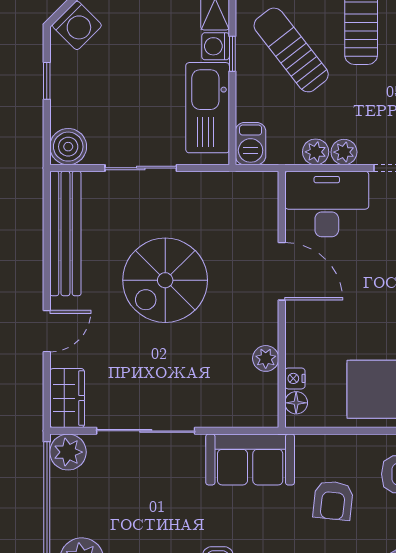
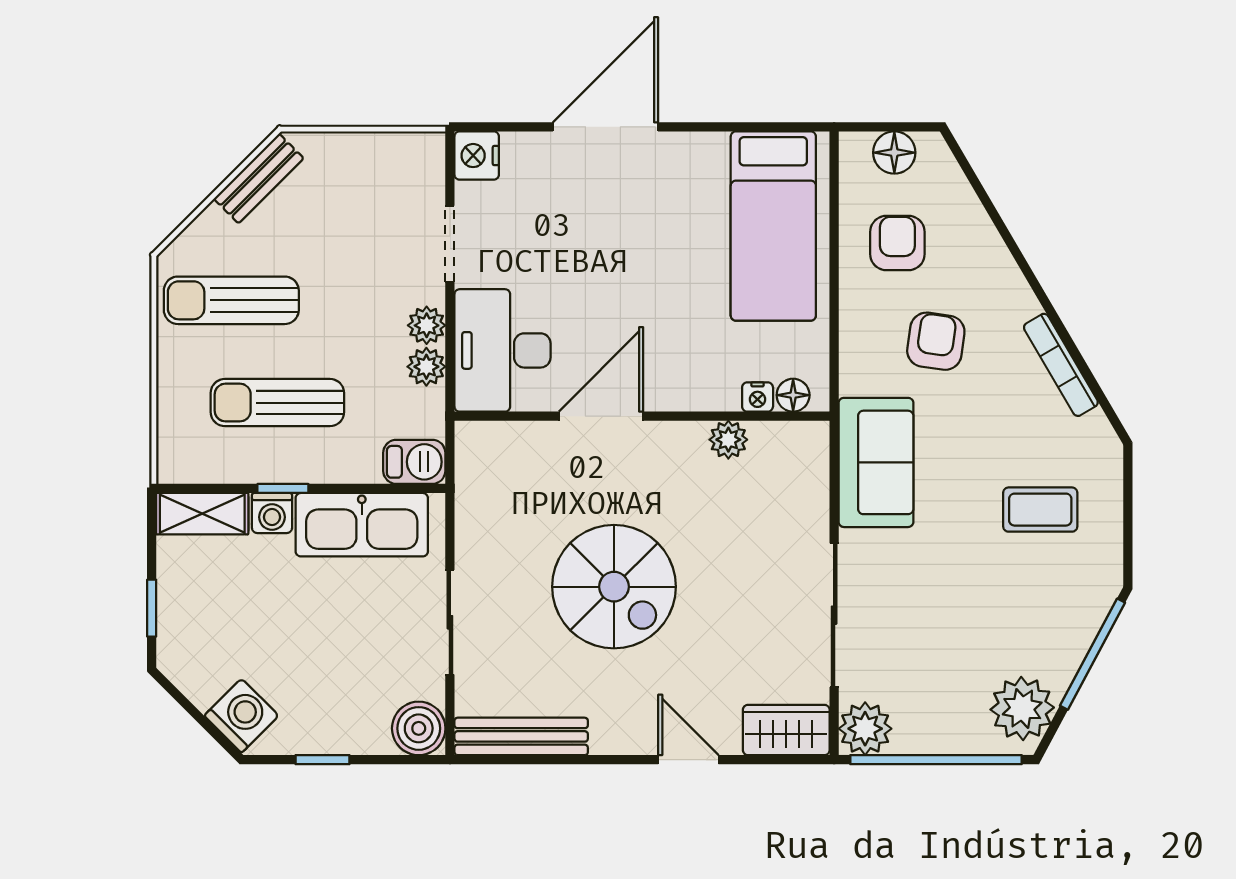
sun lounger: (291, 50) -> (277, 403), turned 38
bench: (65, 233) -> (521, 736), width x0.73, depth x0.82
armchair: (333, 500) -> (936, 341), turned -88

